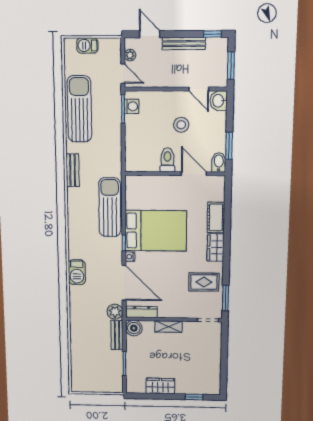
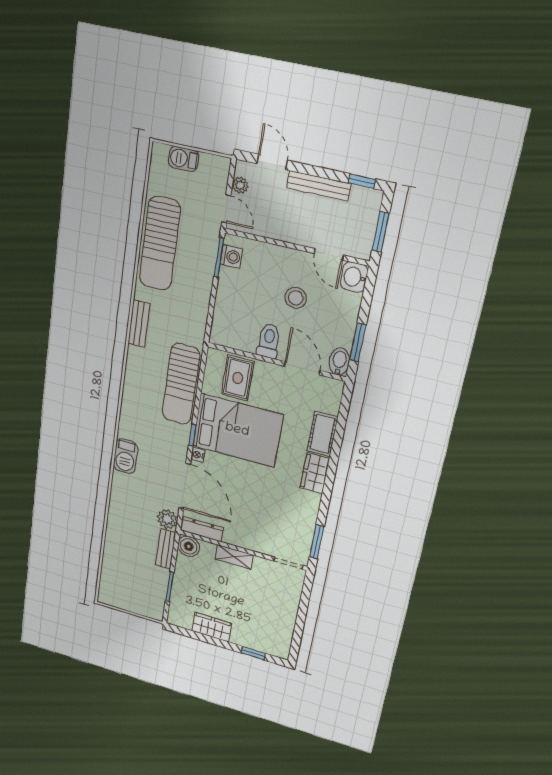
sun lounger: (79, 109) -> (160, 244), turned 180
sun lounger: (110, 207) -> (181, 384), turned 180
rug: (204, 282) -> (238, 378), moved, turned 90

